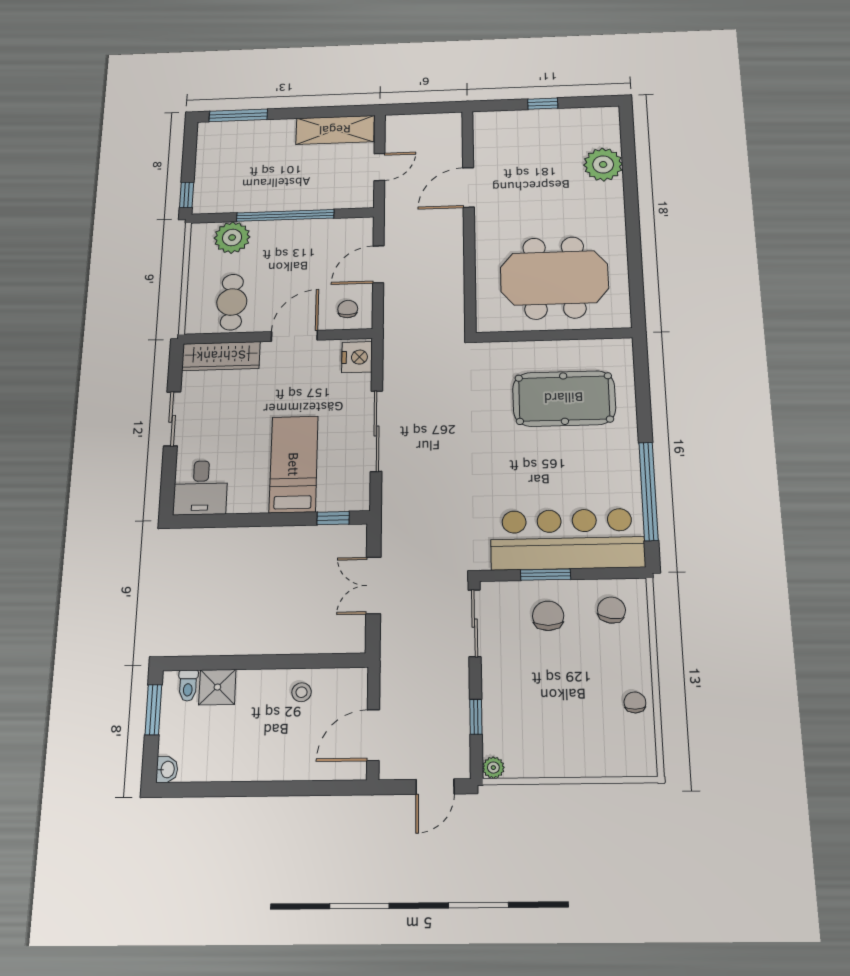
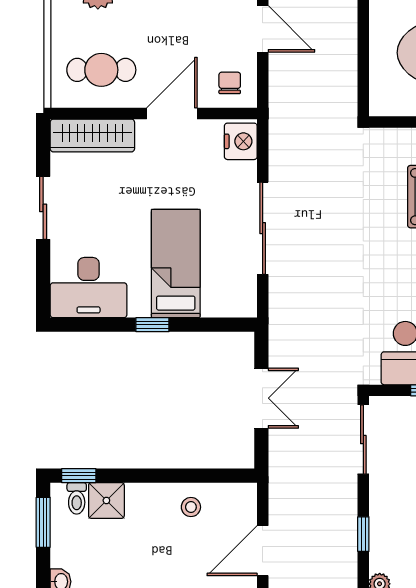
door: (378, 264) -> (263, 29), swing flipped
cafe table: (232, 302) -> (101, 70), turned 90
desk: (201, 488) -> (89, 288), width x1.37
window: (333, 518) -> (152, 325), moved
double door: (373, 585) -> (261, 398), swing flipped
window: (191, 663) -> (79, 476), added

